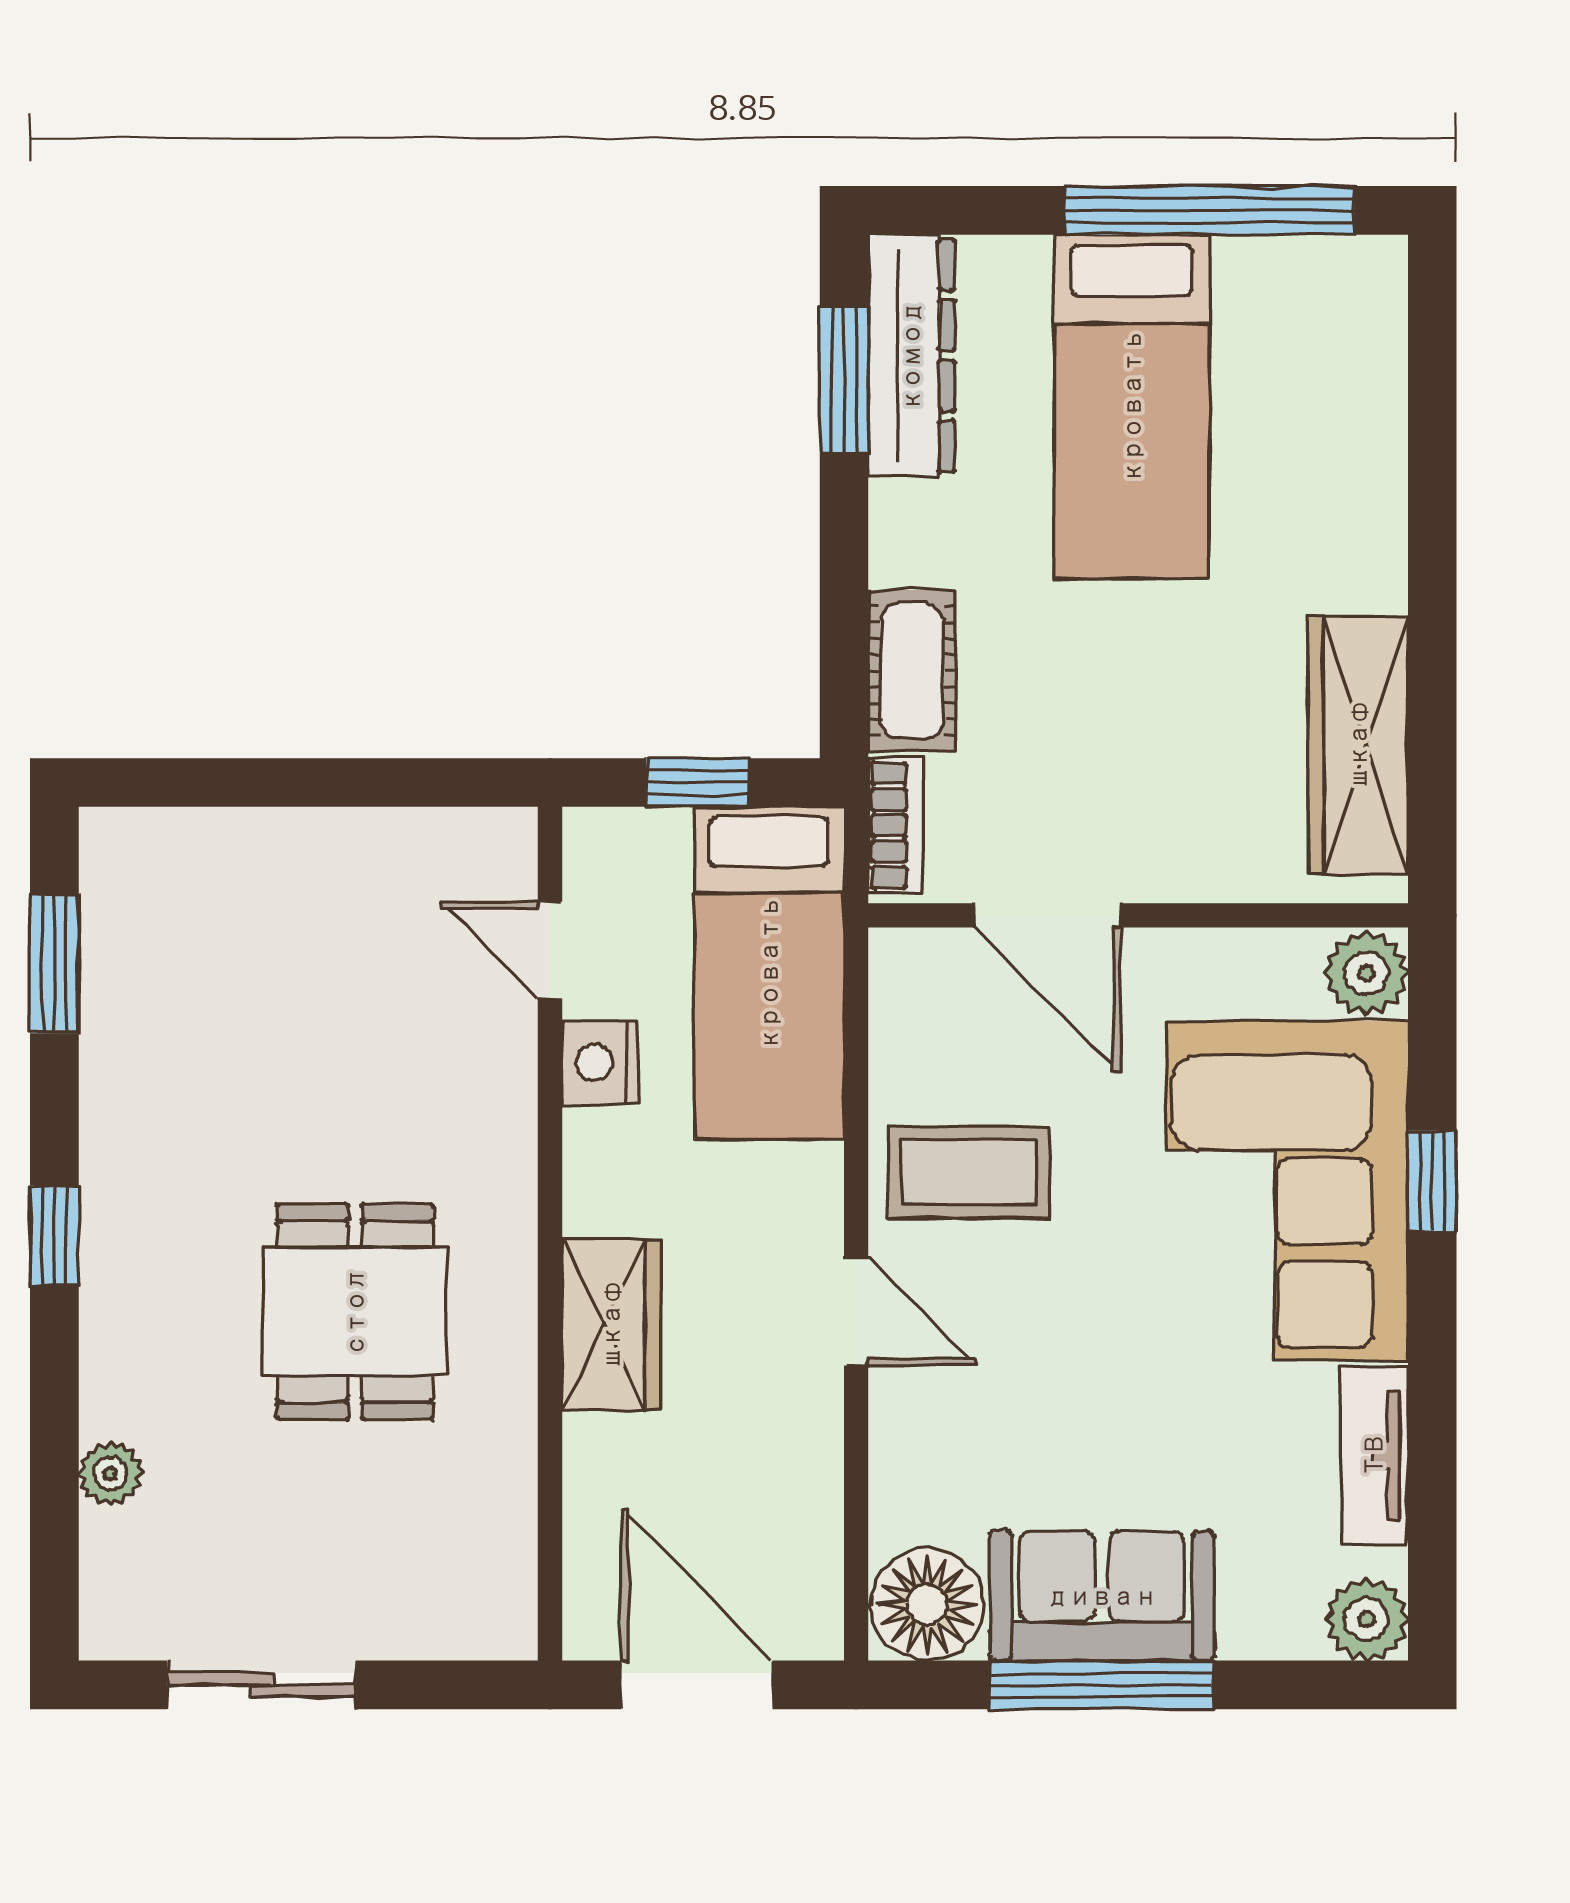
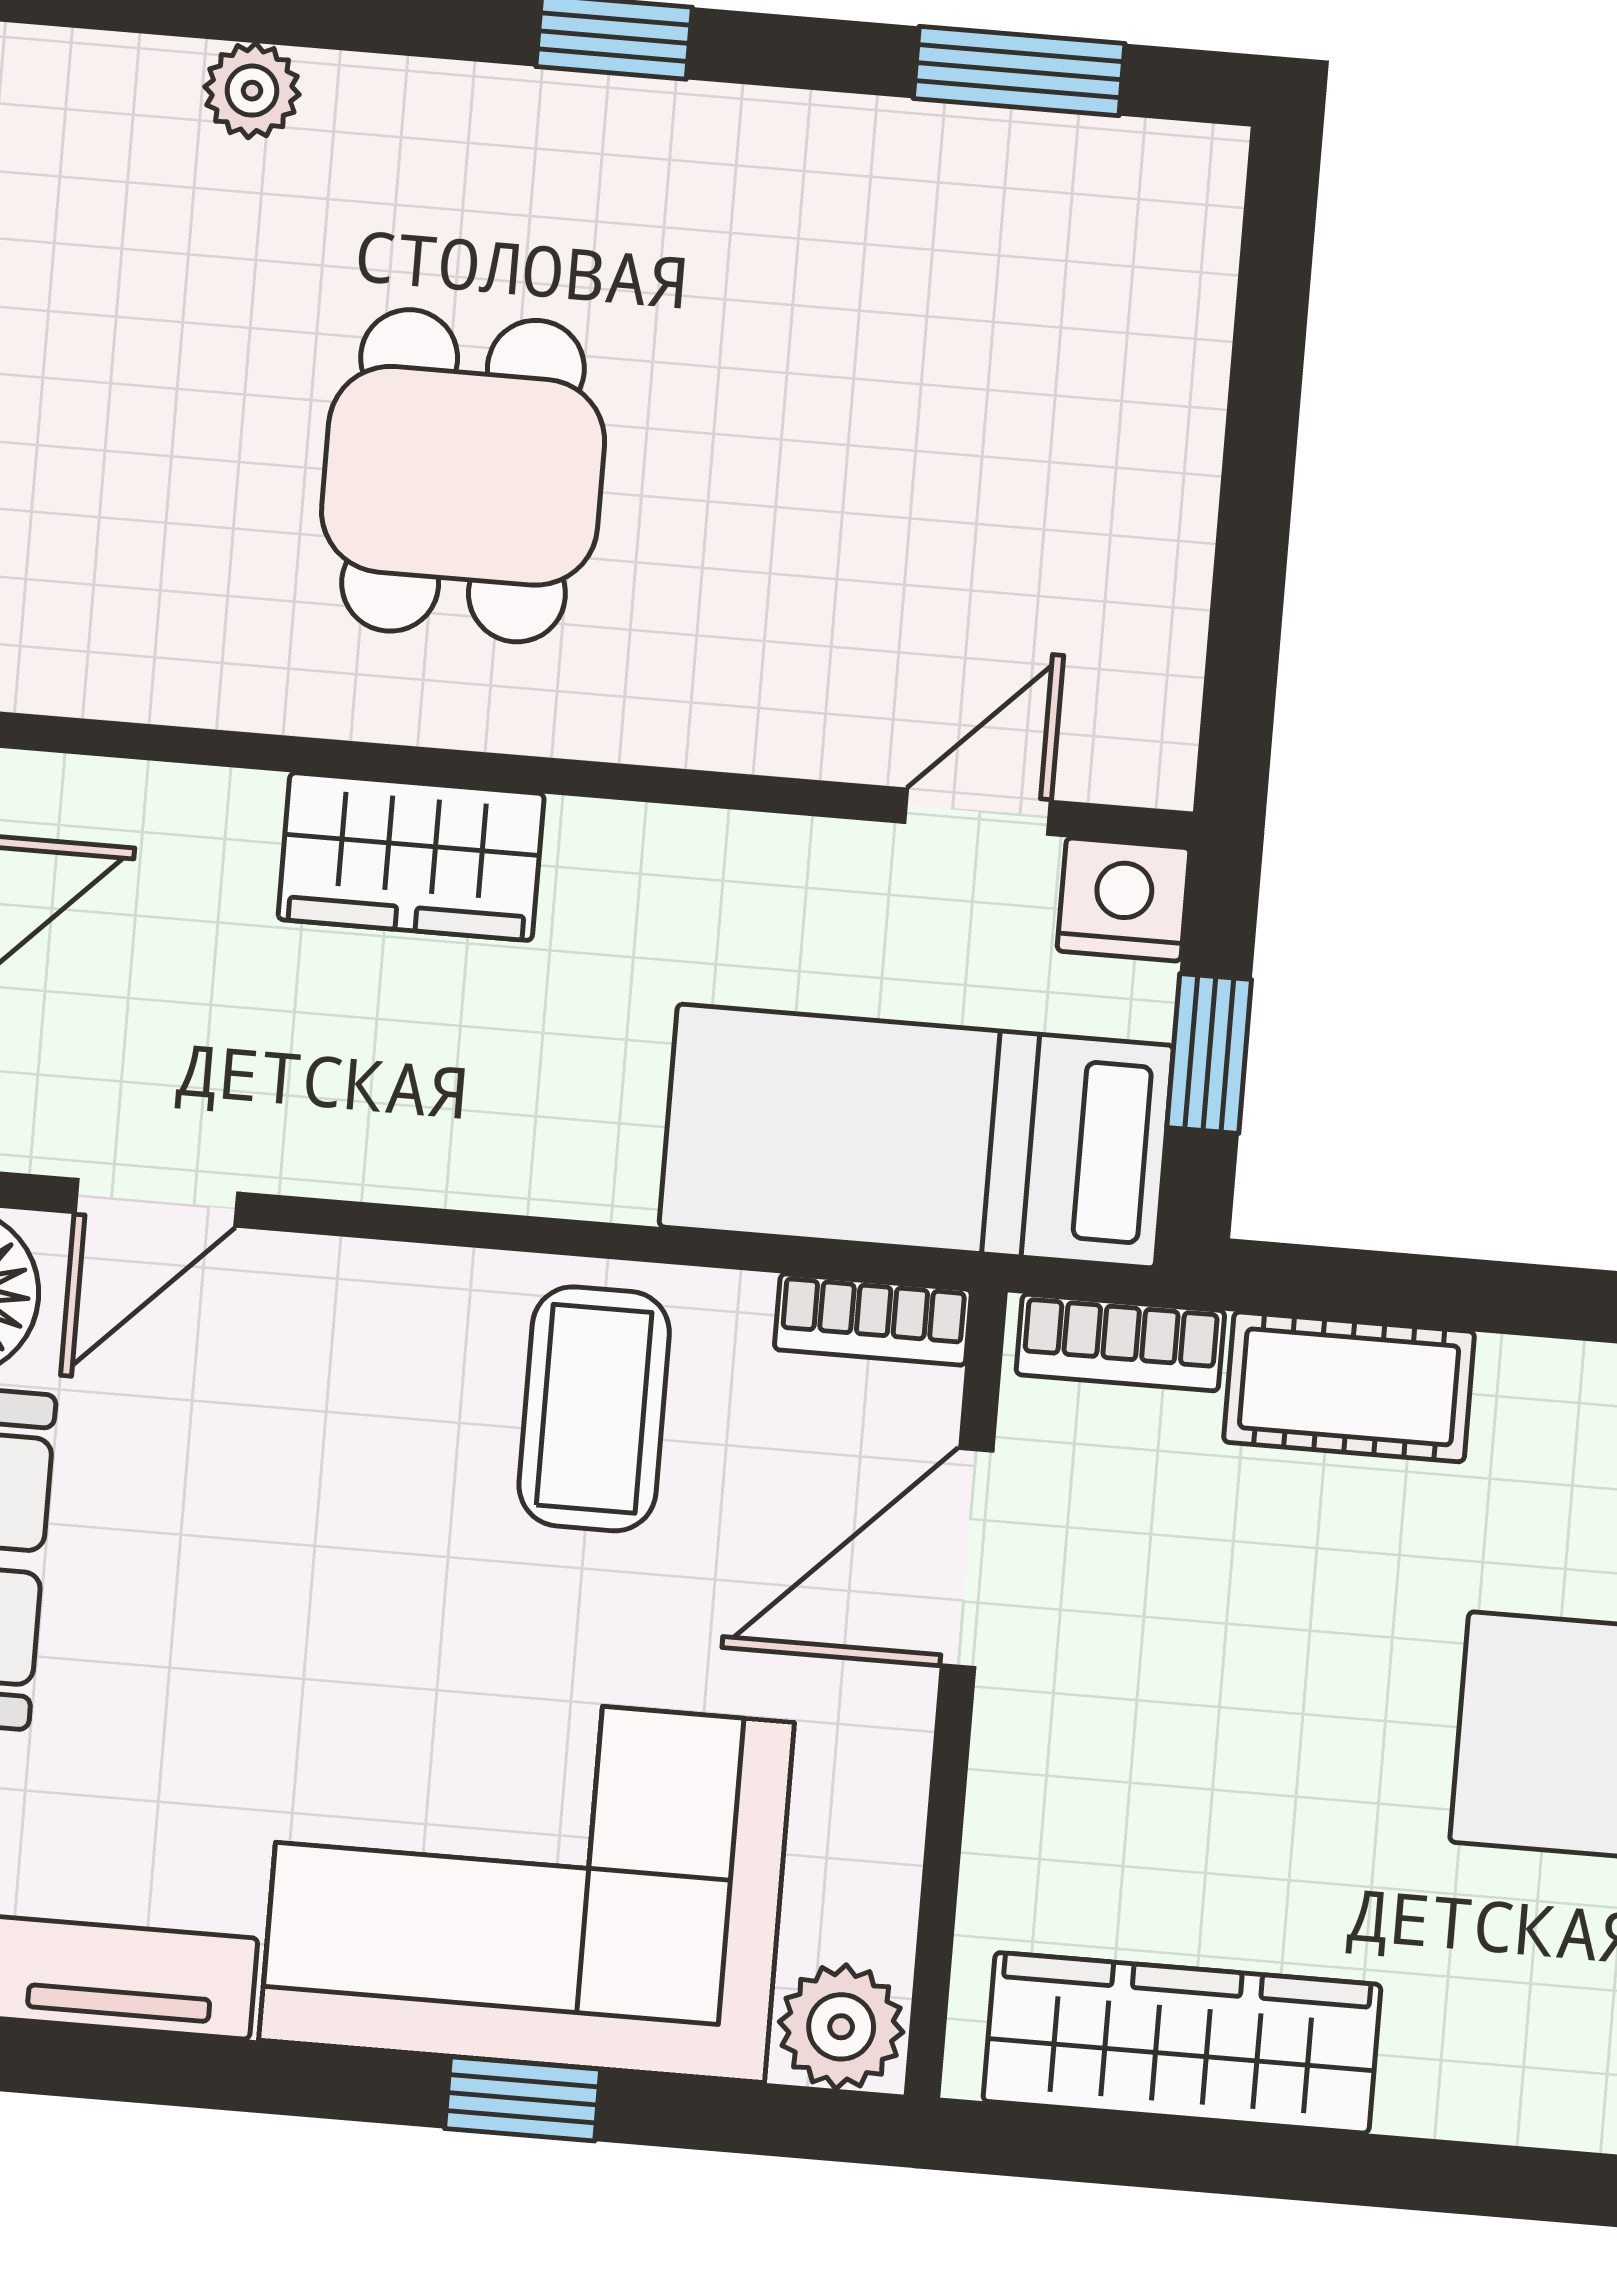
bookcase: (894, 991) -> (873, 1320), added
nightstand: (600, 1062) -> (1124, 900), moved
dining table: (355, 1312) -> (463, 476), turned 90
door: (856, 1312) -> (156, 1203), moved

